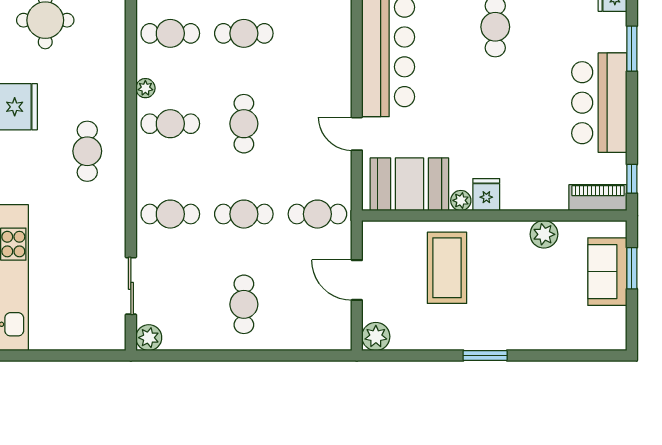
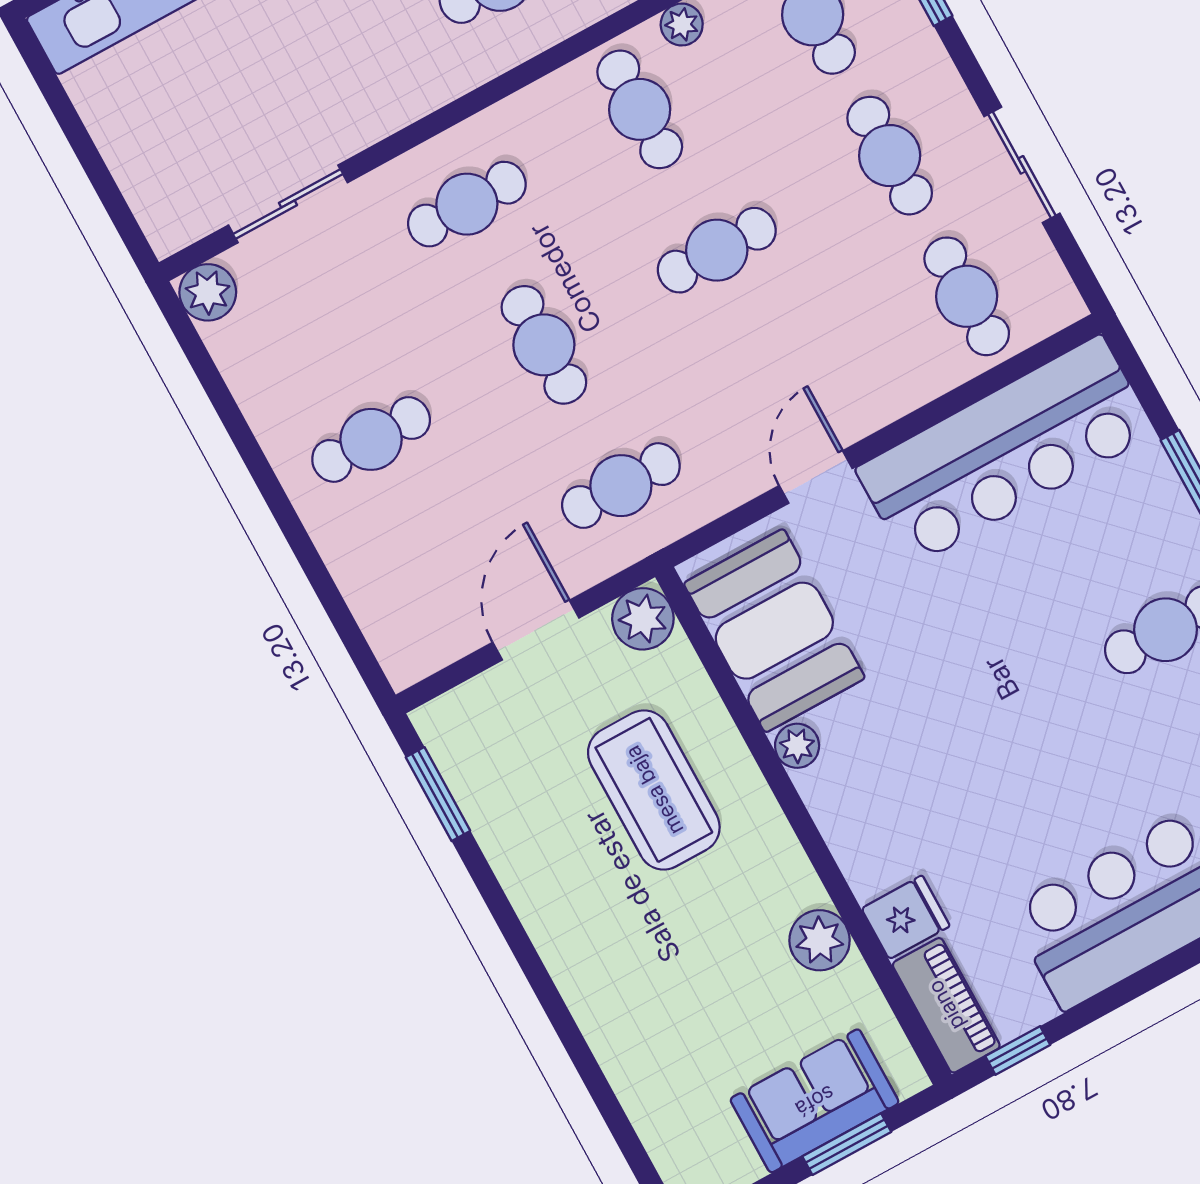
cafe table: (317, 33) -> (967, 296), added
fridge: (486, 195) -> (906, 917), moved
cafe table: (170, 214) -> (467, 204), turned 90
cafe table: (317, 214) -> (621, 486), turned 90
coffee table: (447, 268) -> (654, 790), turned 90
plant: (376, 337) -> (643, 619), moved
window: (485, 355) -> (438, 794), moved

